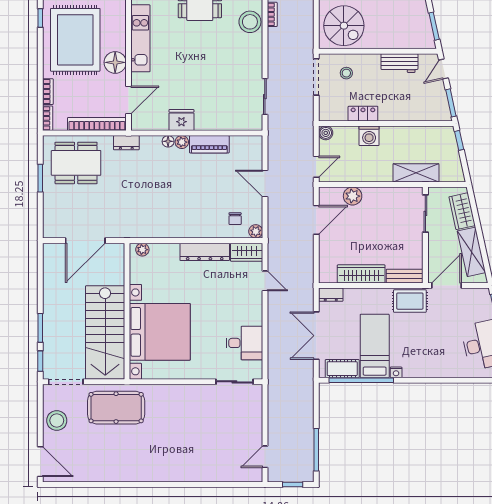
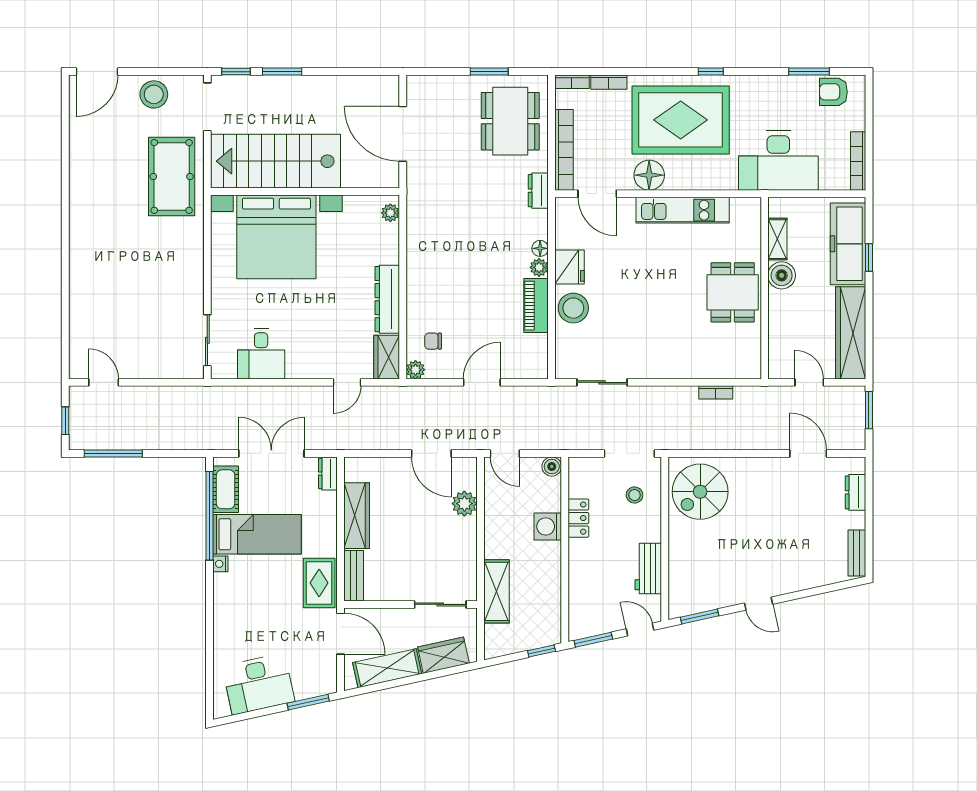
stool: (250, 22) -> (573, 308), moved

